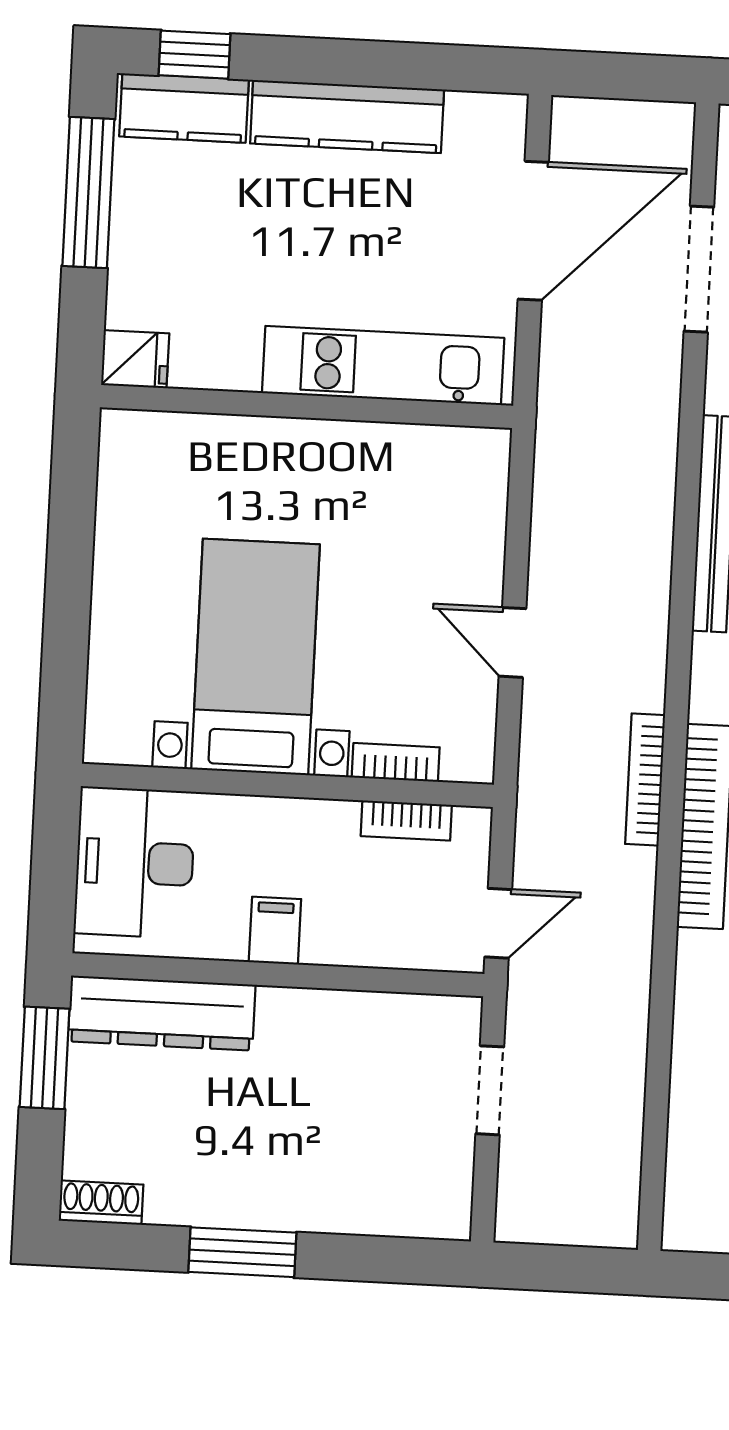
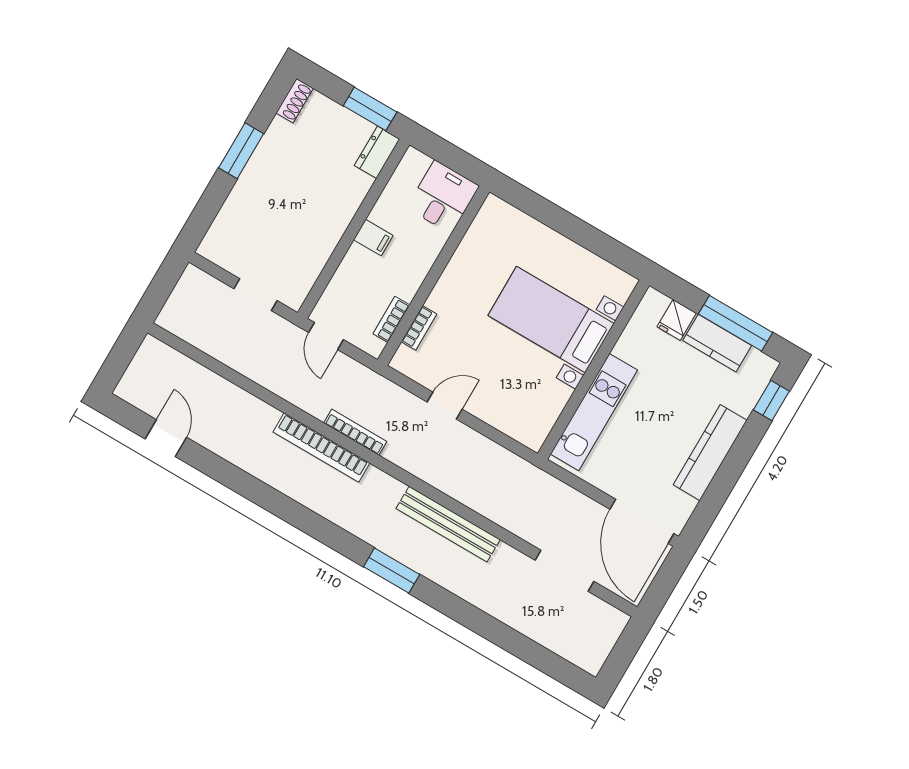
kitchen counter: (184, 108) -> (717, 343), moved, turned -90
door: (533, 231) -> (642, 521), moved
fridge: (135, 359) -> (677, 320), moved
bed with nightstands: (256, 657) -> (551, 320), moved, turned 180
desk: (135, 863) -> (443, 197), width x0.73
dresser: (162, 1013) -> (377, 152), width x0.51, depth x0.80

